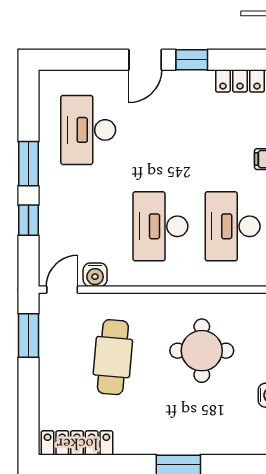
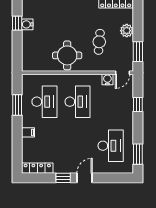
window: (28, 164) -> (138, 154), moved
round table: (202, 351) -> (67, 55), moved
cafe table: (113, 357) -> (99, 42), width x0.73, depth x0.74
plant: (53, 382) -> (127, 31), added

